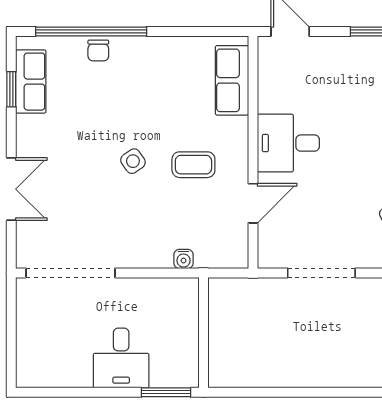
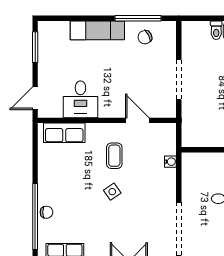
desk: (288, 143) -> (80, 99), moved

